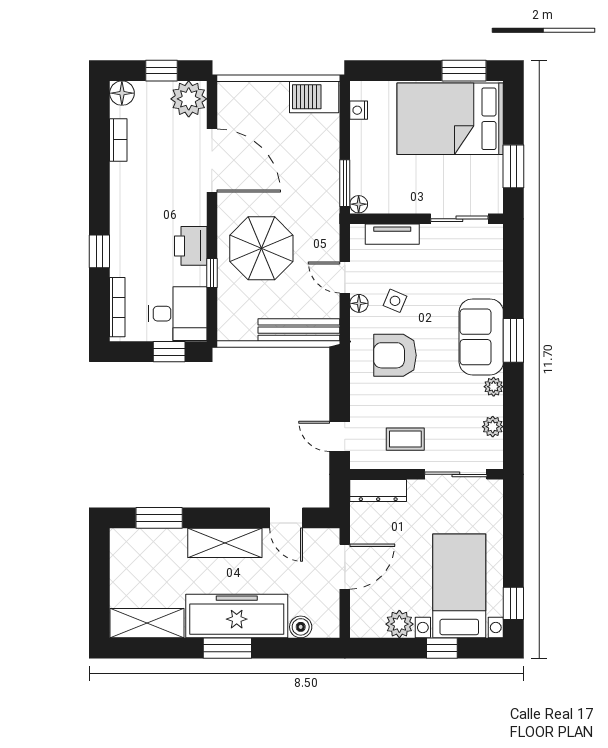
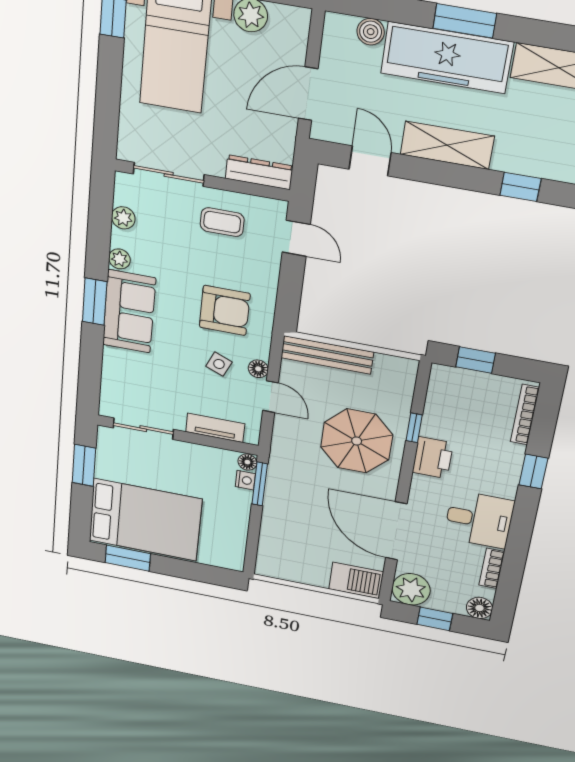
barbecue: (314, 97) -> (356, 580), moved
nightstand: (359, 110) -> (245, 480), moved
desk: (178, 314) -> (479, 519), moved, turned 180
window: (159, 518) -> (520, 187), width x0.67

